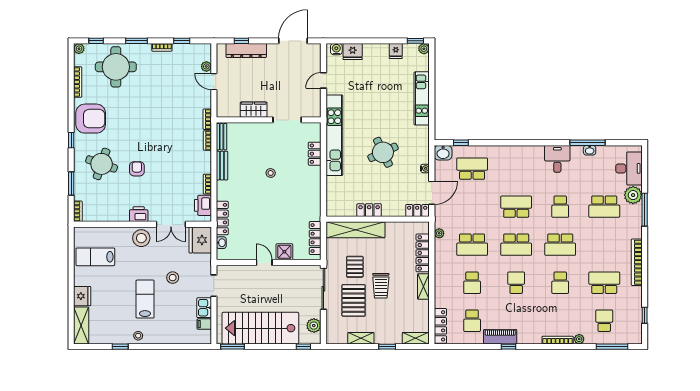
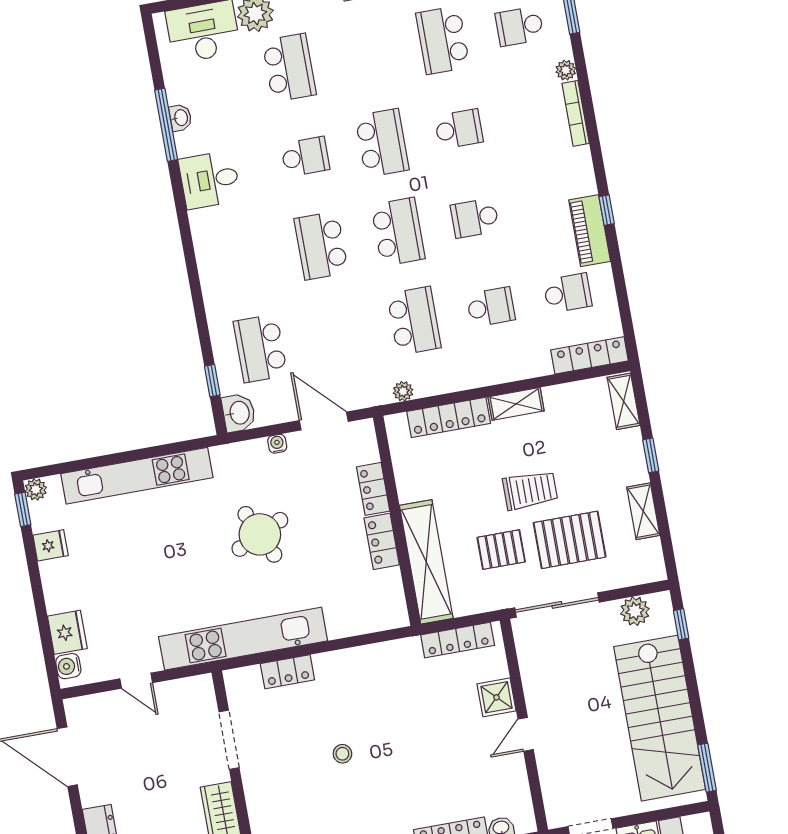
kitchen unit: (422, 98) -> (137, 476), width x1.36
locker: (417, 211) -> (373, 489), moved

